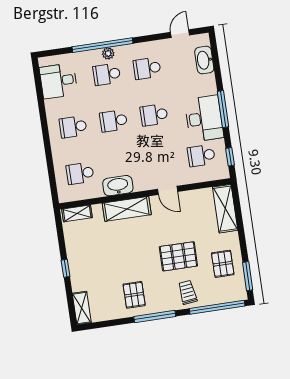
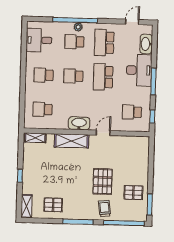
school desk: (147, 68) -> (104, 43), width x1.85
school desk: (154, 115) -> (103, 77), width x1.85
desk: (204, 118) -> (139, 70), moved
washbasin: (118, 186) -> (79, 123), moved
door: (168, 190) -> (103, 133), swing flipped
shelving: (225, 209) -> (142, 153), removed
pallet: (178, 256) -> (103, 182), turned 90
pallet: (223, 264) -> (133, 193), turned 90
pallet: (134, 295) -> (53, 205), moved, turned 90

